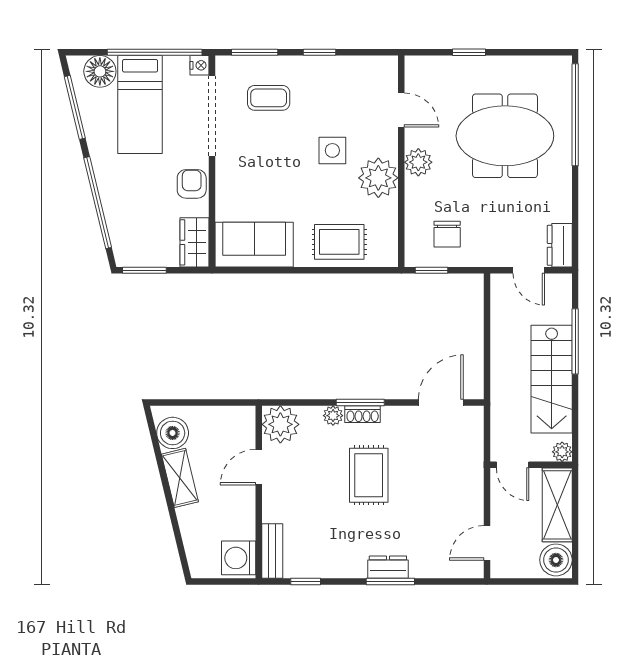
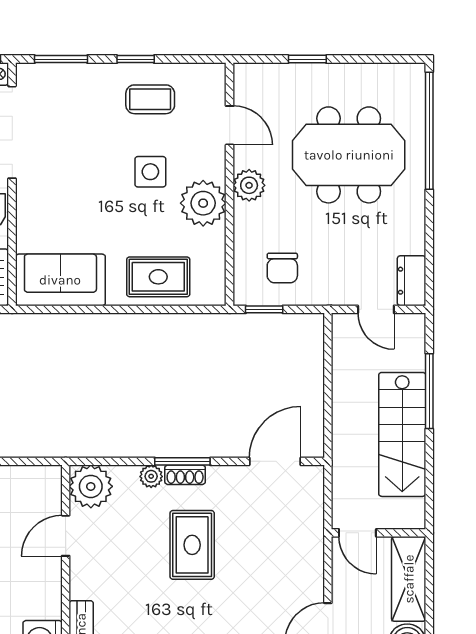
coffee table: (269, 98) -> (150, 99), moved
plant: (562, 452) -> (414, 518), removed

